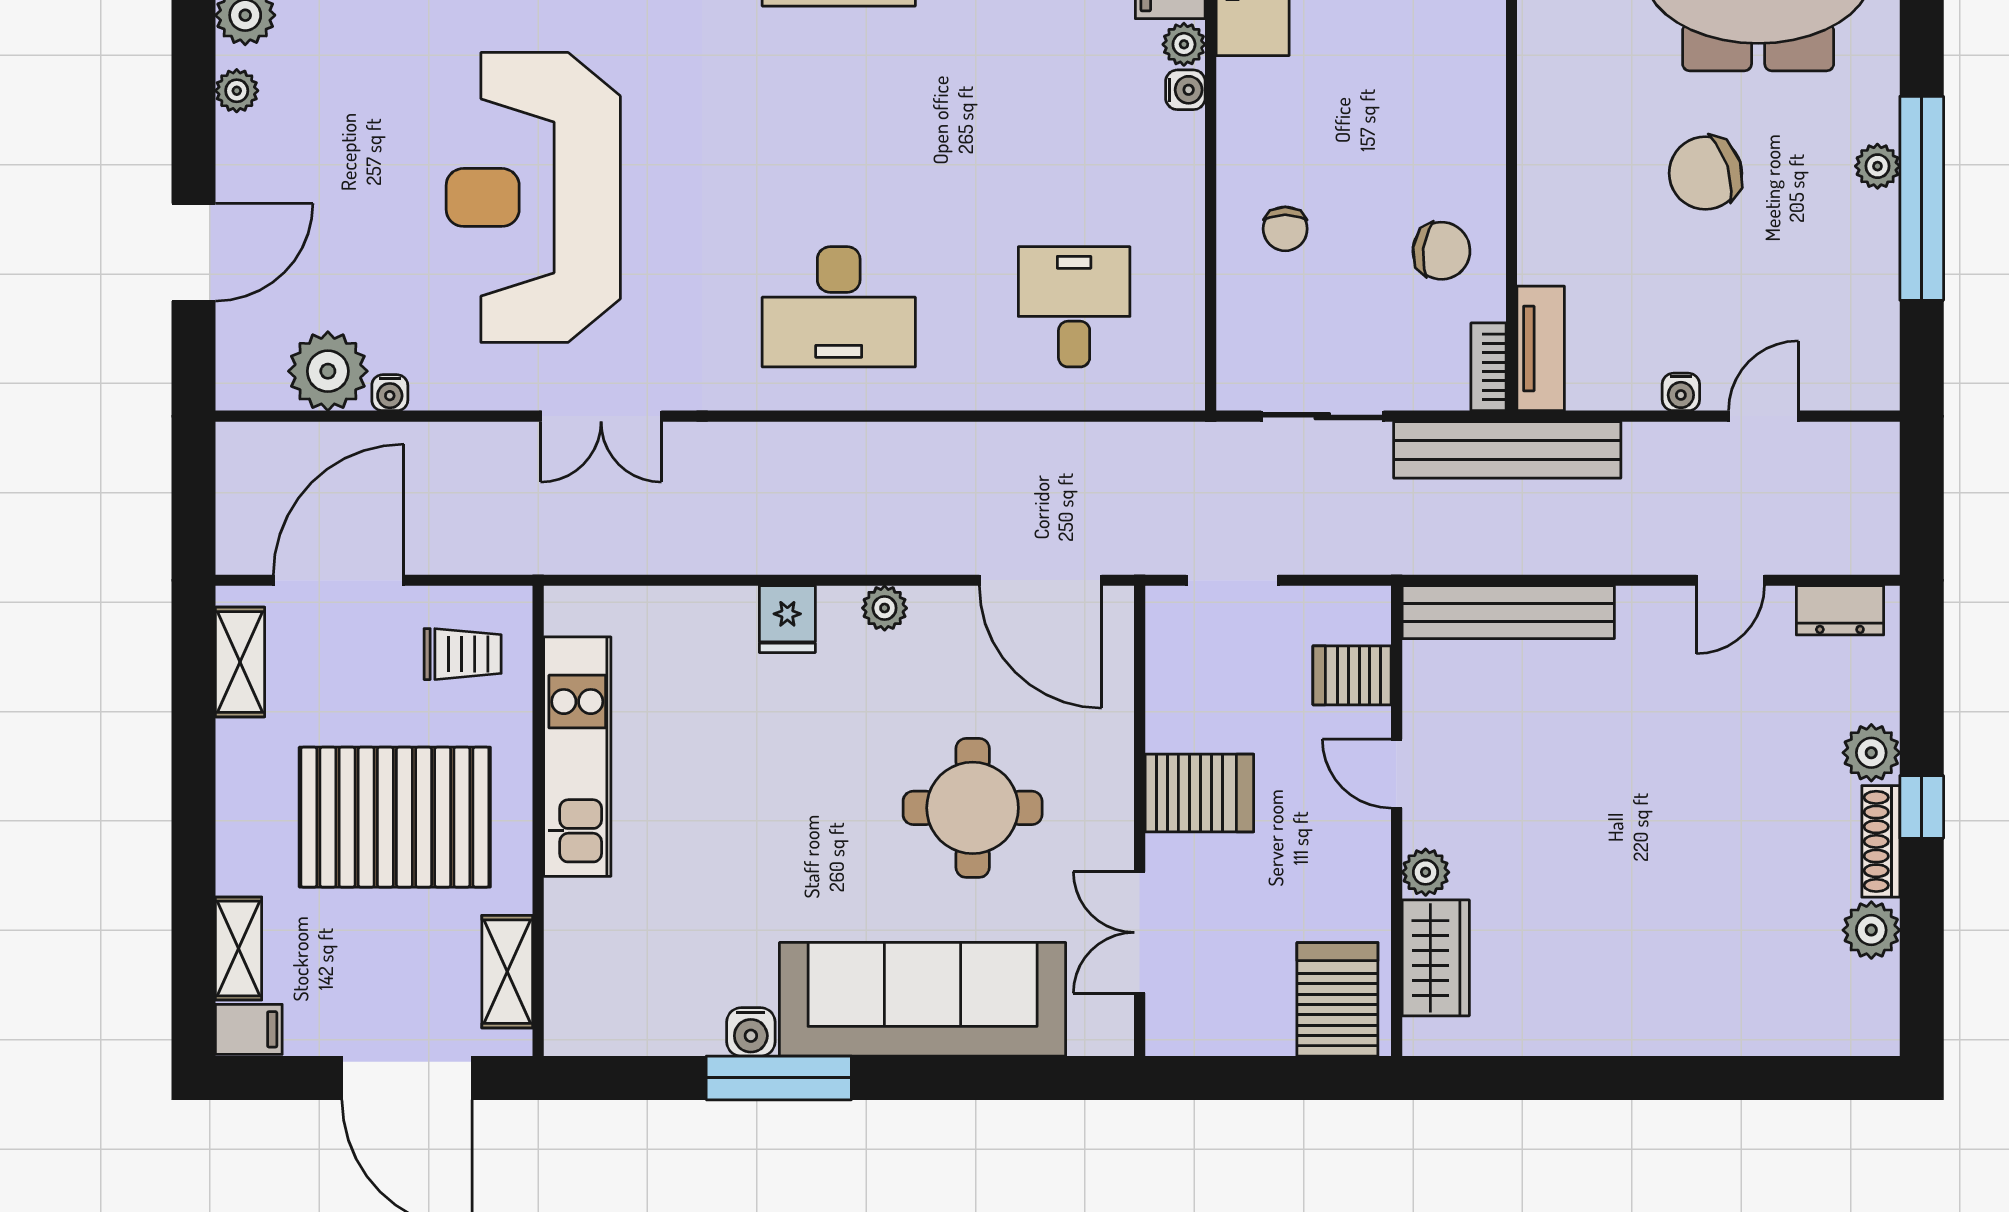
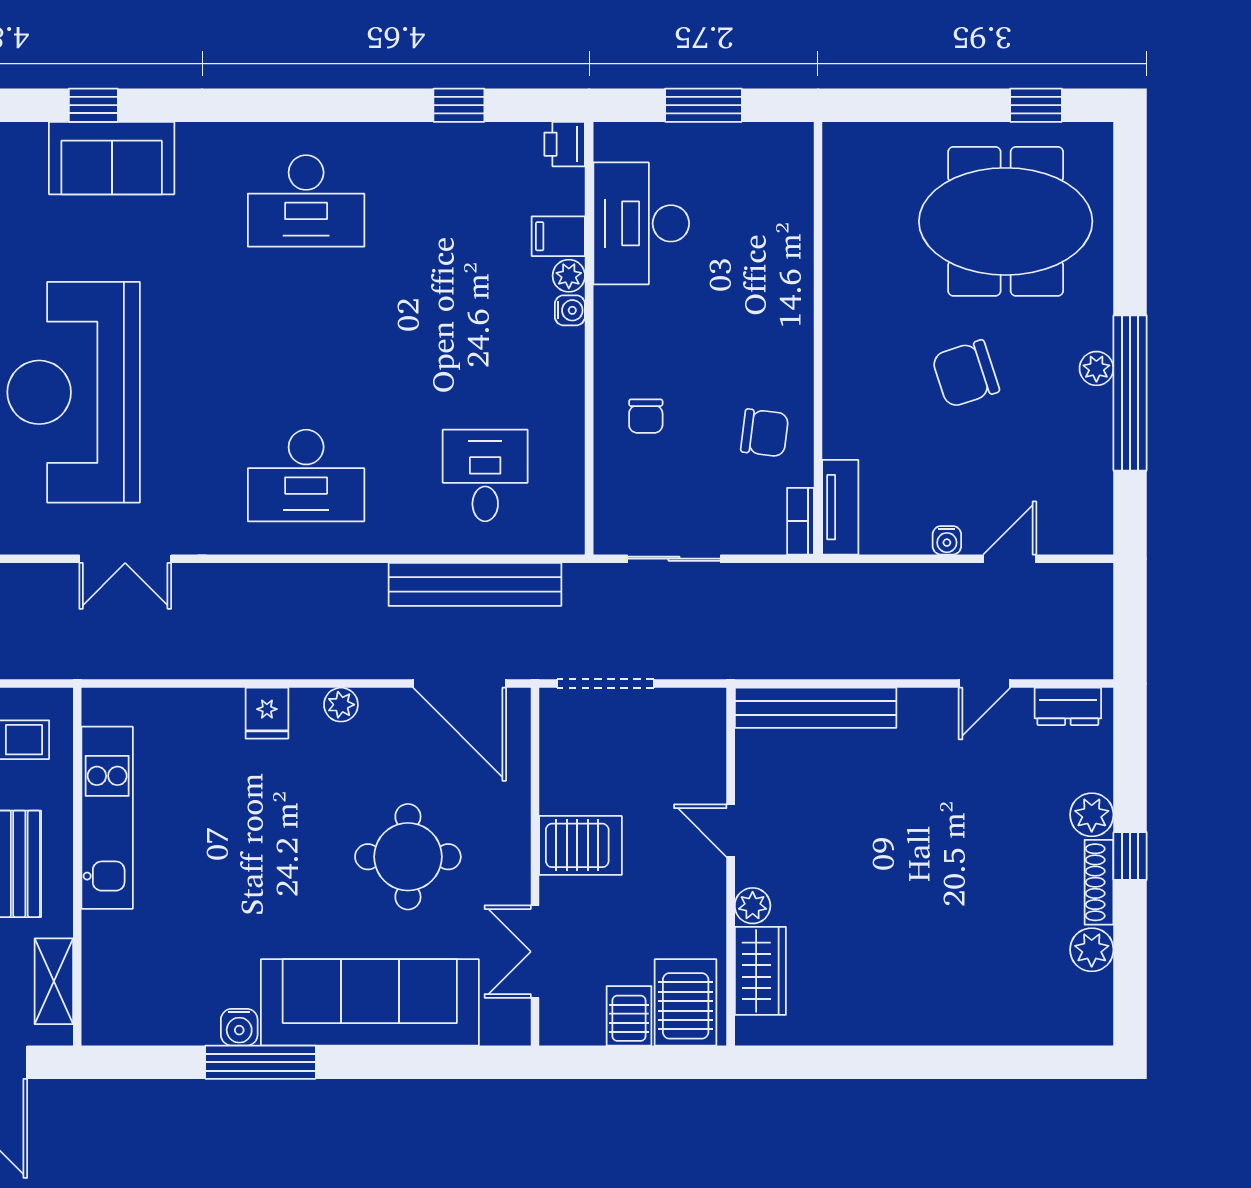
bench: (1507, 450) -> (475, 584), moved
doorway: (1232, 580) -> (605, 684), width x1.38
server rack: (1352, 675) -> (629, 1016), moved, turned 90

